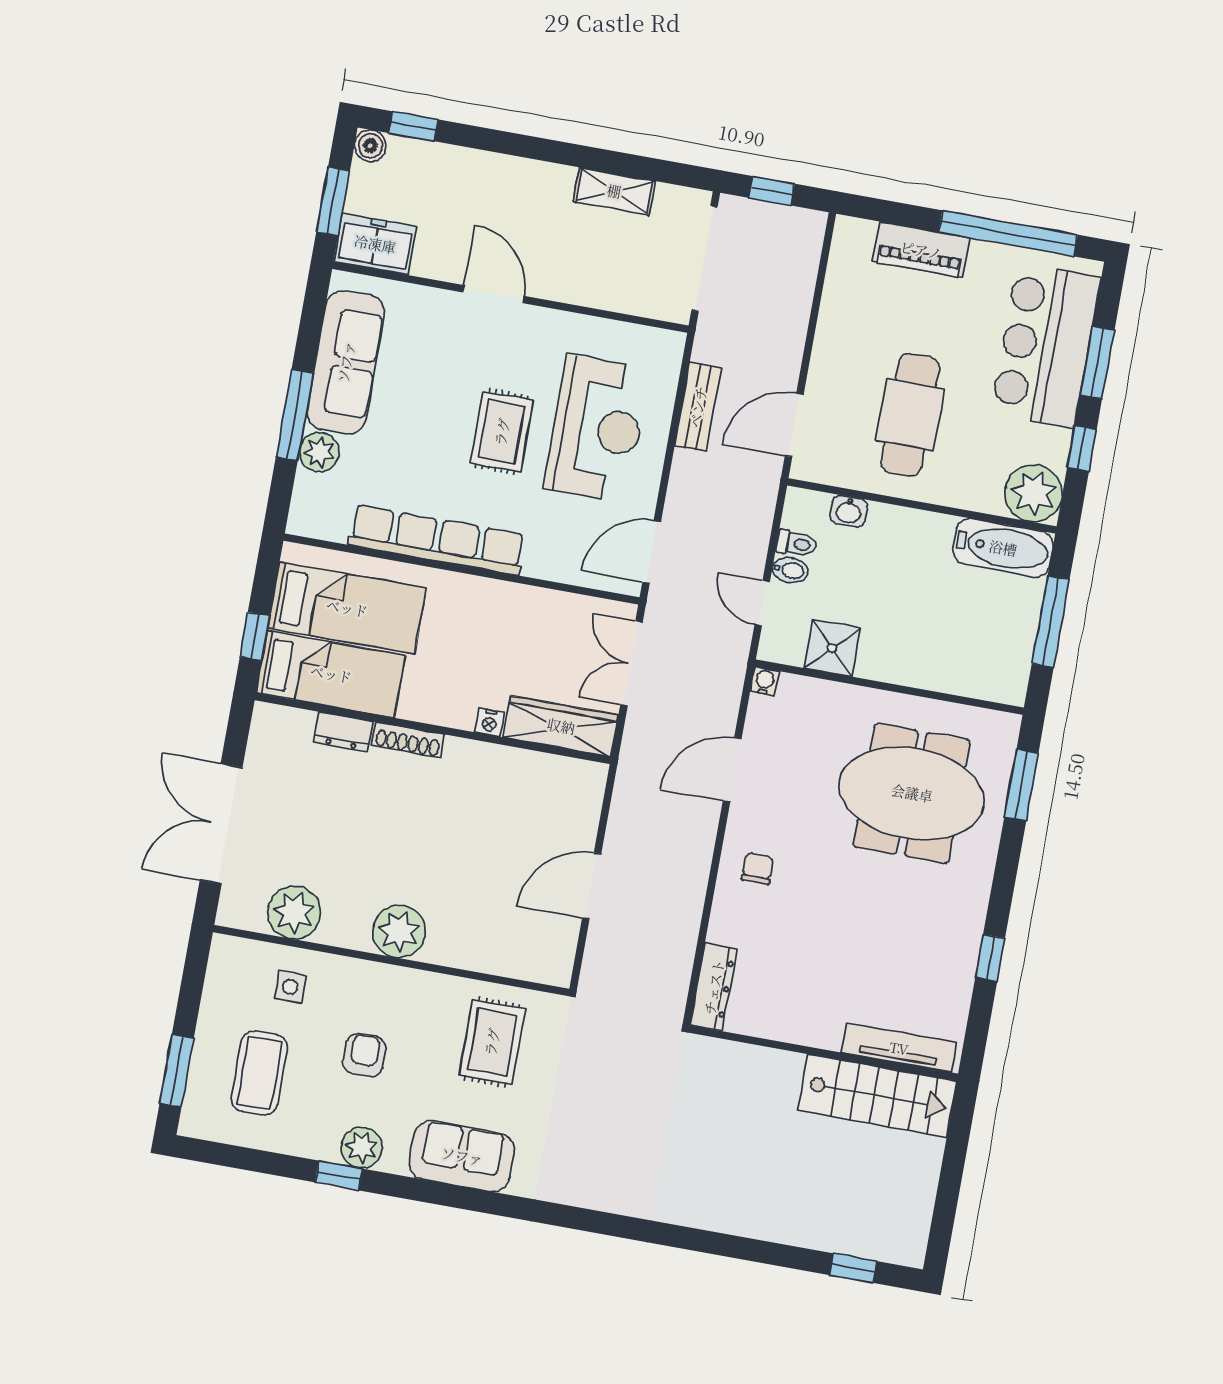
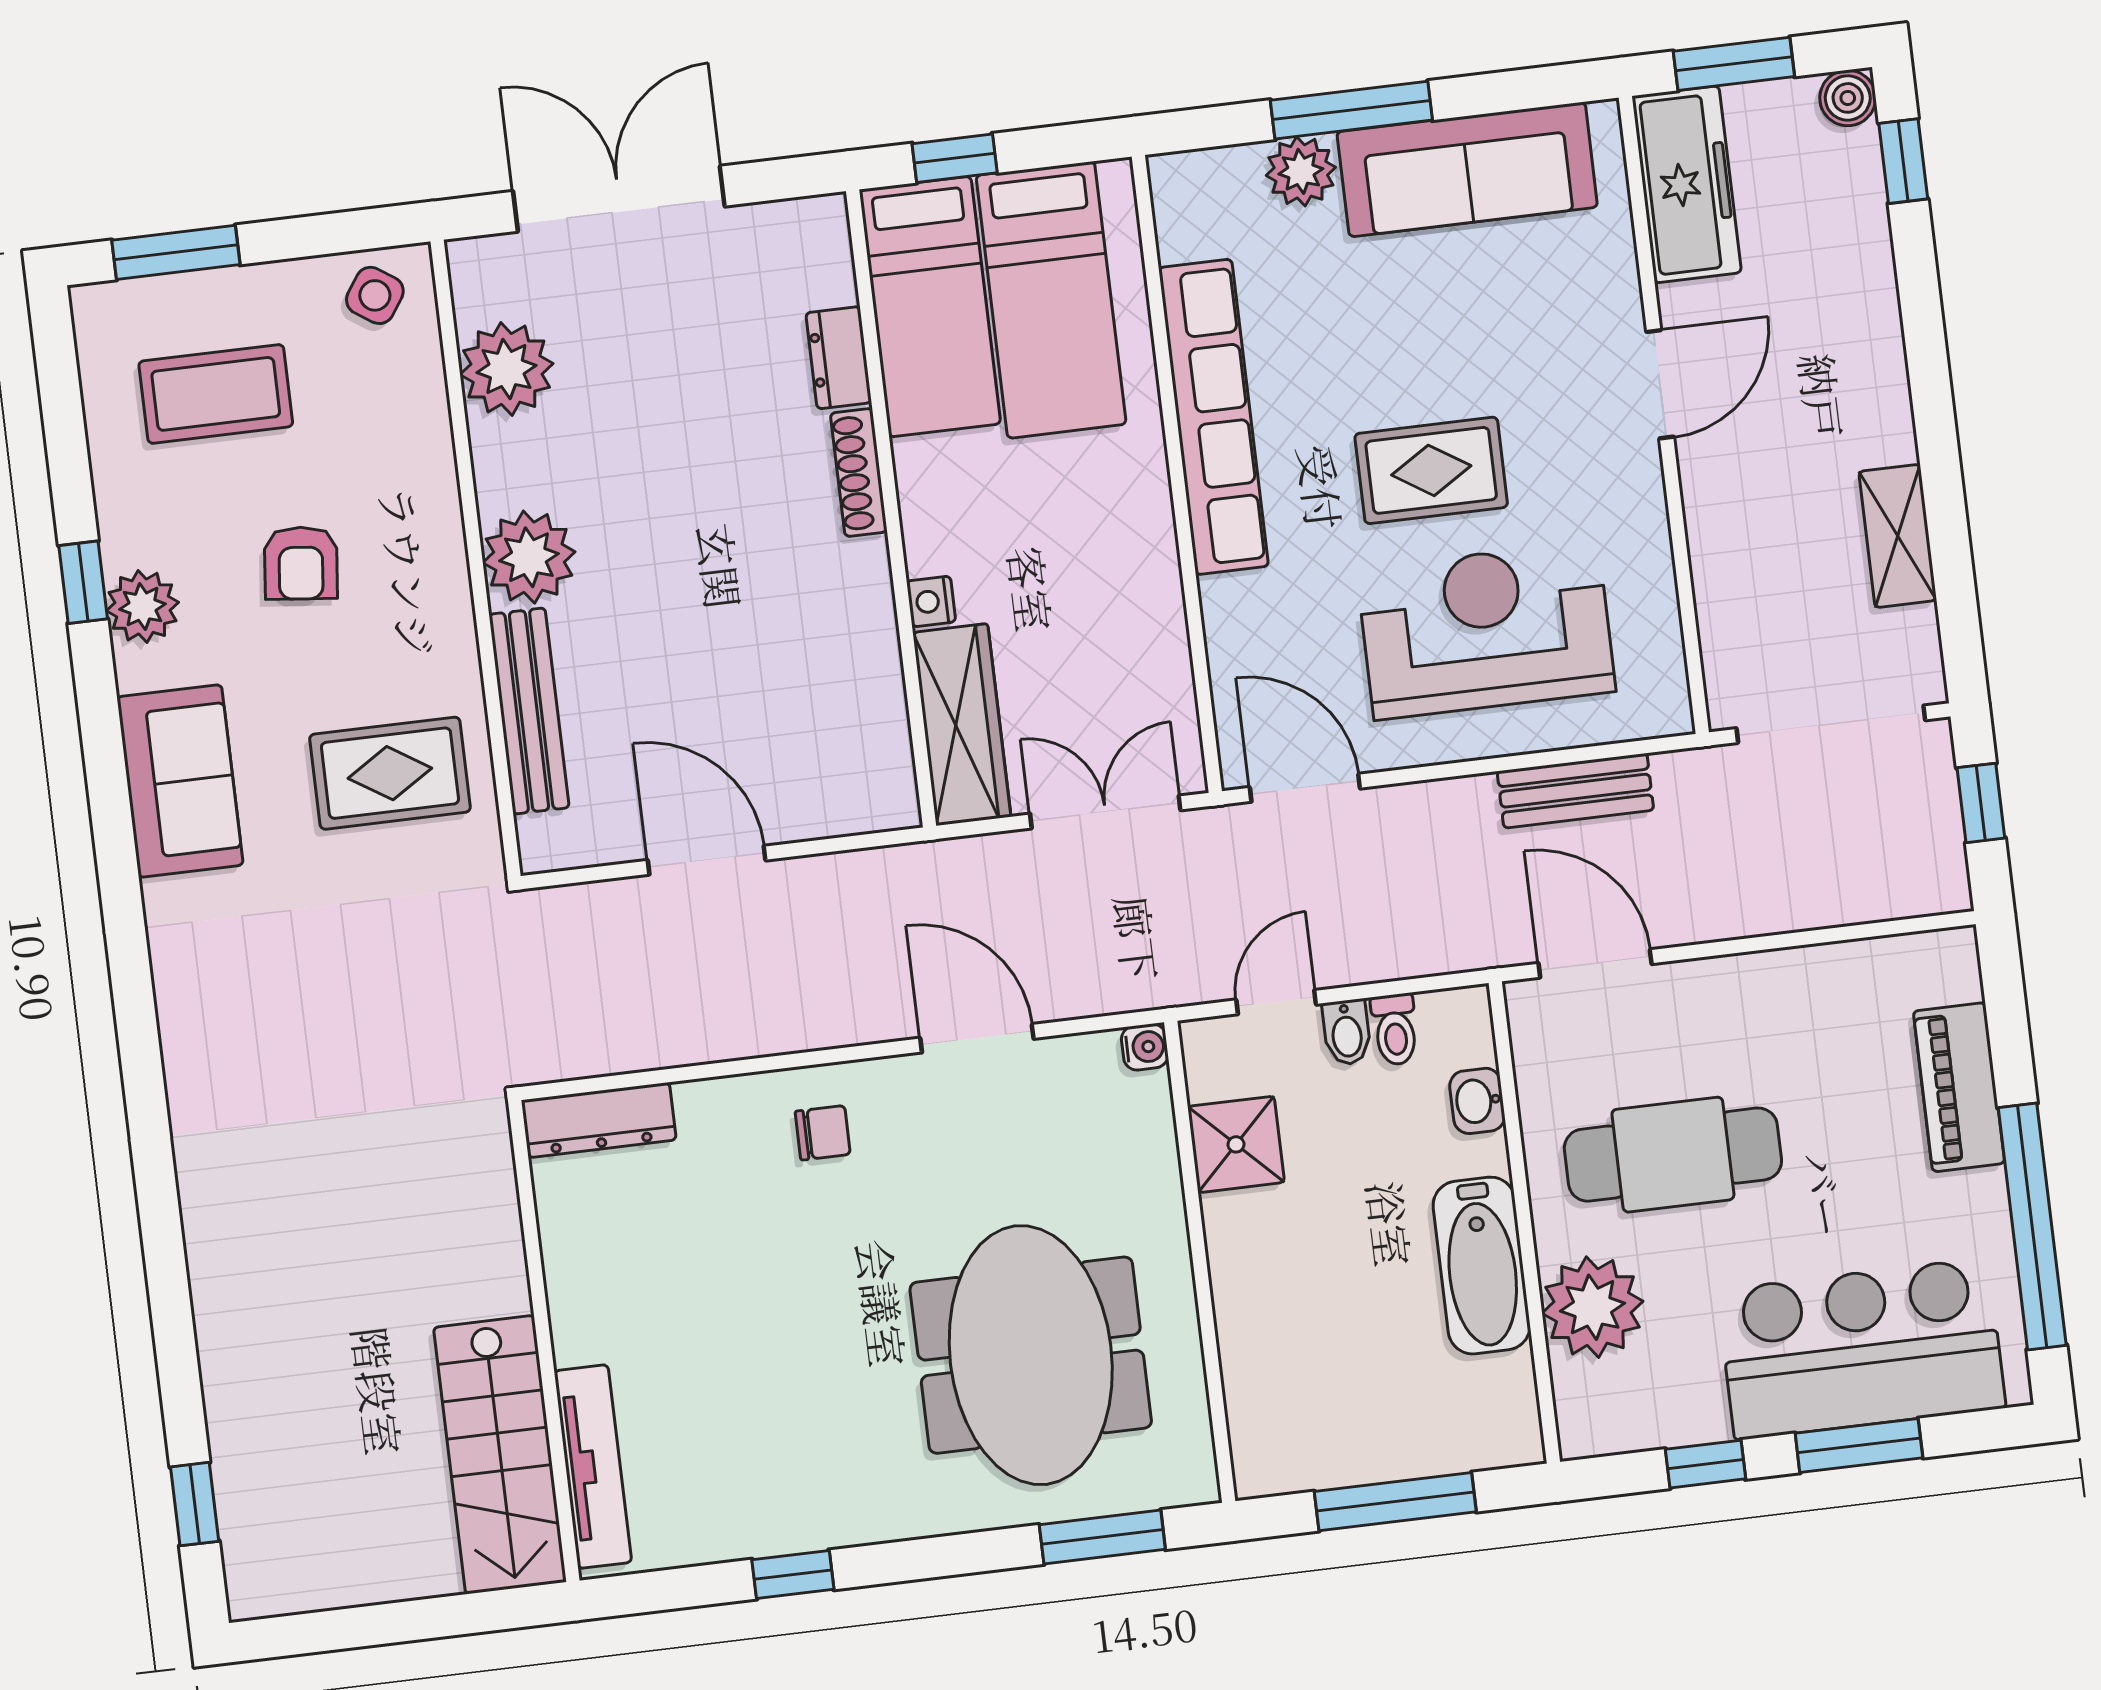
freezer: (375, 244) -> (1687, 184), width x1.40
reception desk: (597, 428) -> (1486, 630), turned 180
plant: (1033, 493) -> (1593, 1307), moved
bathtub: (1003, 548) -> (1482, 1266), moved
bench: (482, 957) -> (529, 711), added
side table: (290, 987) -> (375, 295), moved, turned 34
armchair: (364, 1055) -> (301, 563), turned 96

